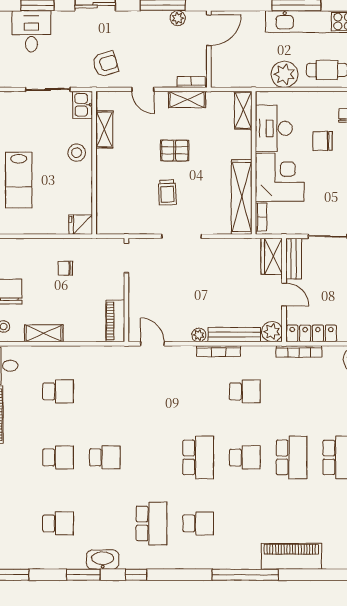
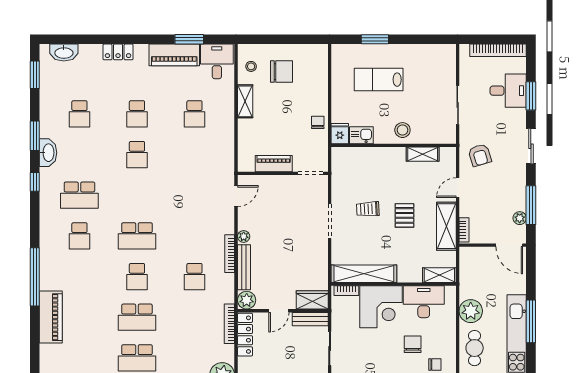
shelving: (187, 100) -> (446, 226), width x1.50, depth x1.33
kitchen sink: (83, 105) -> (361, 135), moved
chair: (65, 268) -> (318, 122), moved
piano: (115, 321) -> (274, 164), moved

